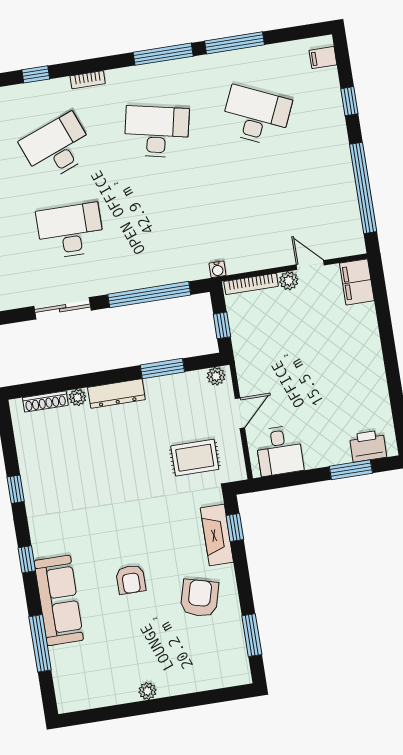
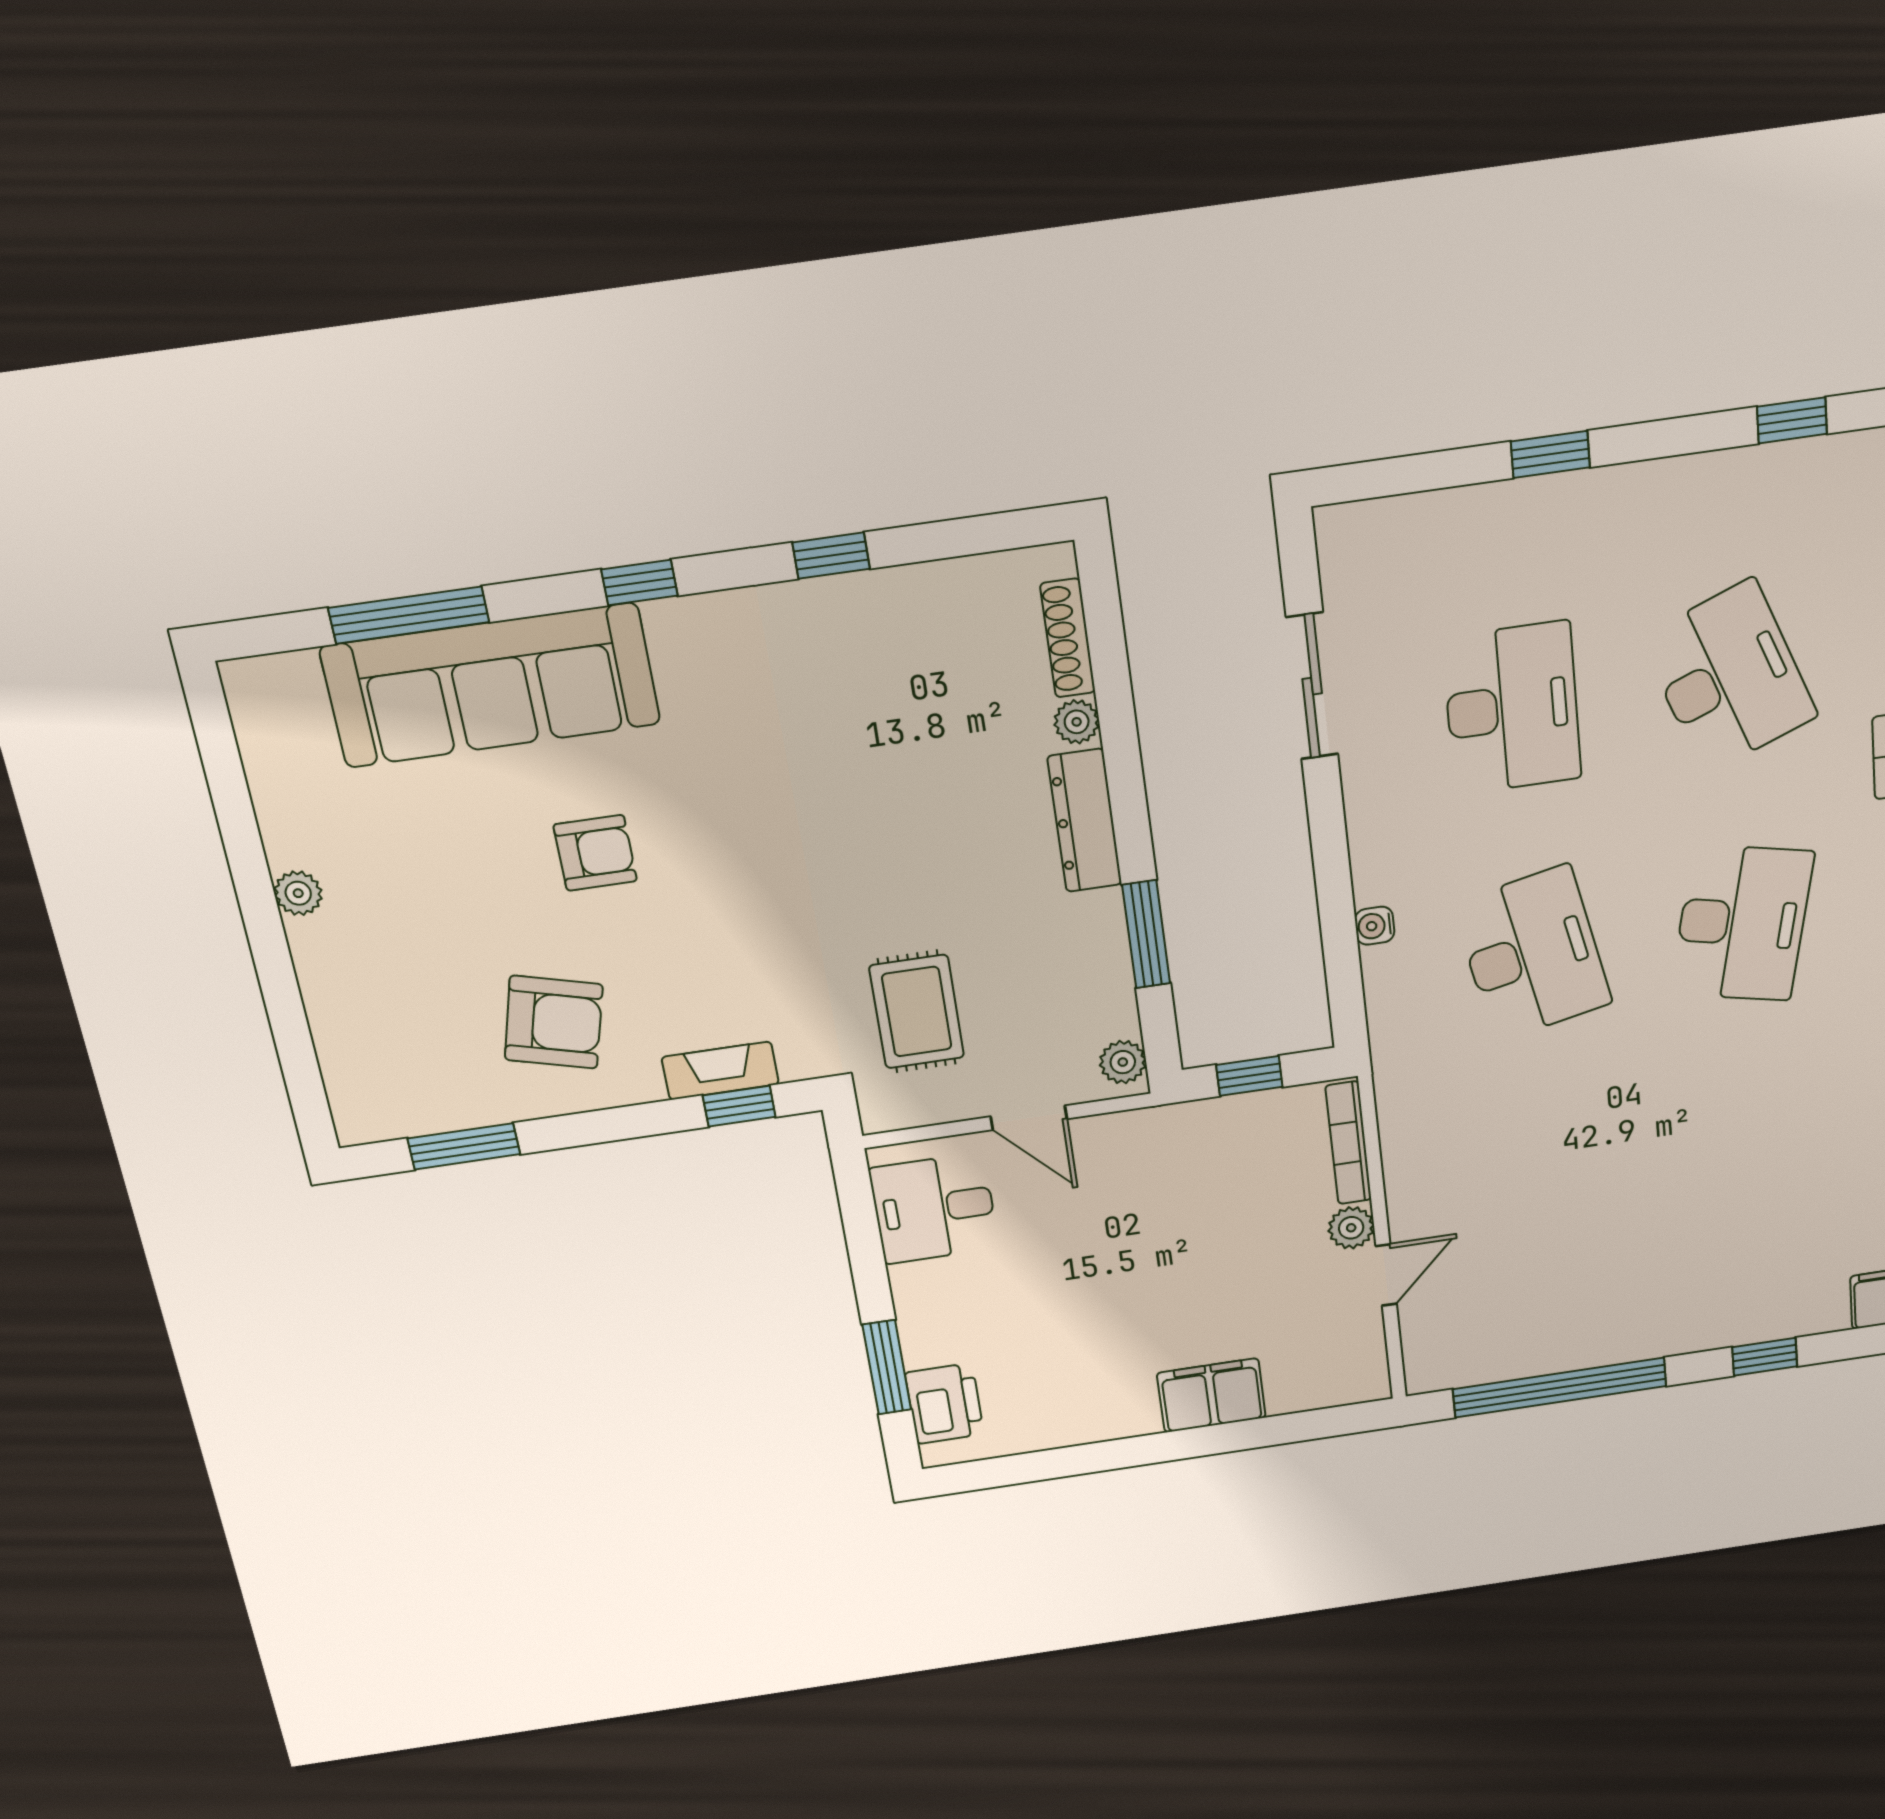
desk: (256, 116) -> (1532, 954), moved, turned -36
water cooler: (217, 269) -> (1375, 926), moved
filing cabinet: (357, 282) -> (1211, 1395), moved
window: (149, 295) -> (1336, 903), removed
fireplace: (217, 535) -> (720, 1071), width x0.73, depth x0.76
armchair: (131, 579) -> (595, 853), turned 180
sofa: (59, 600) -> (491, 685), width x1.36, depth x1.27

